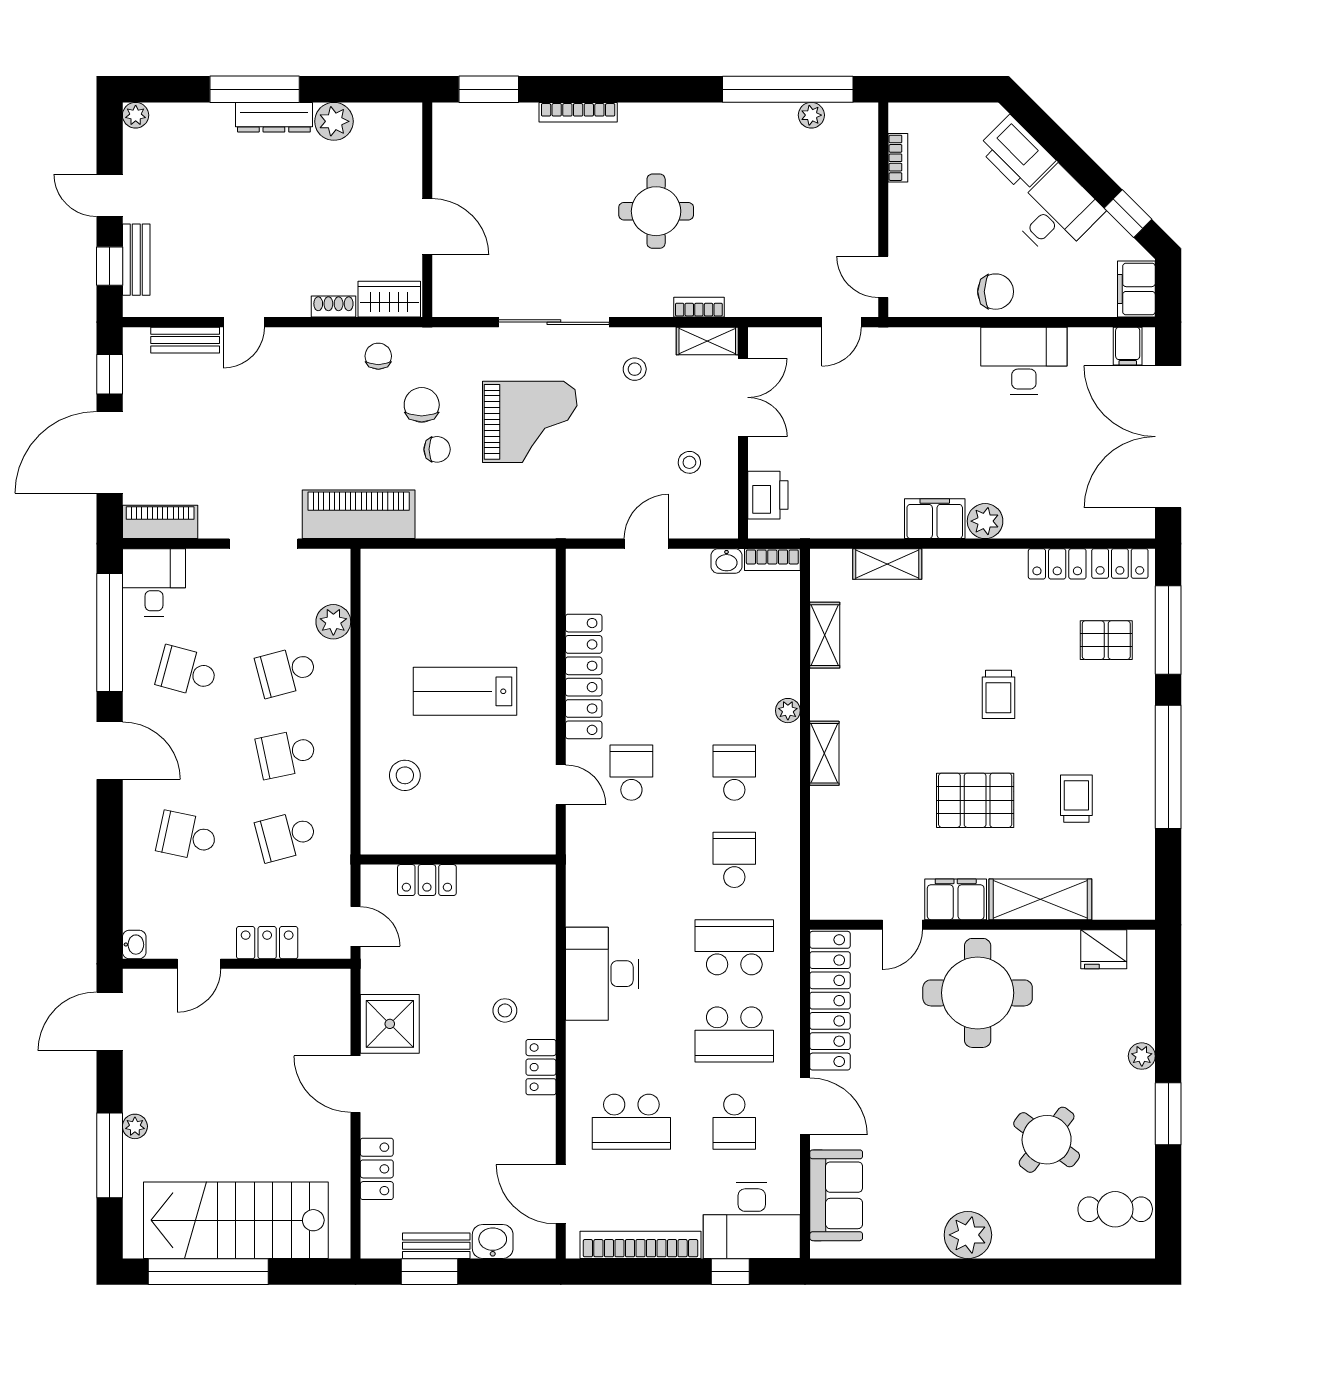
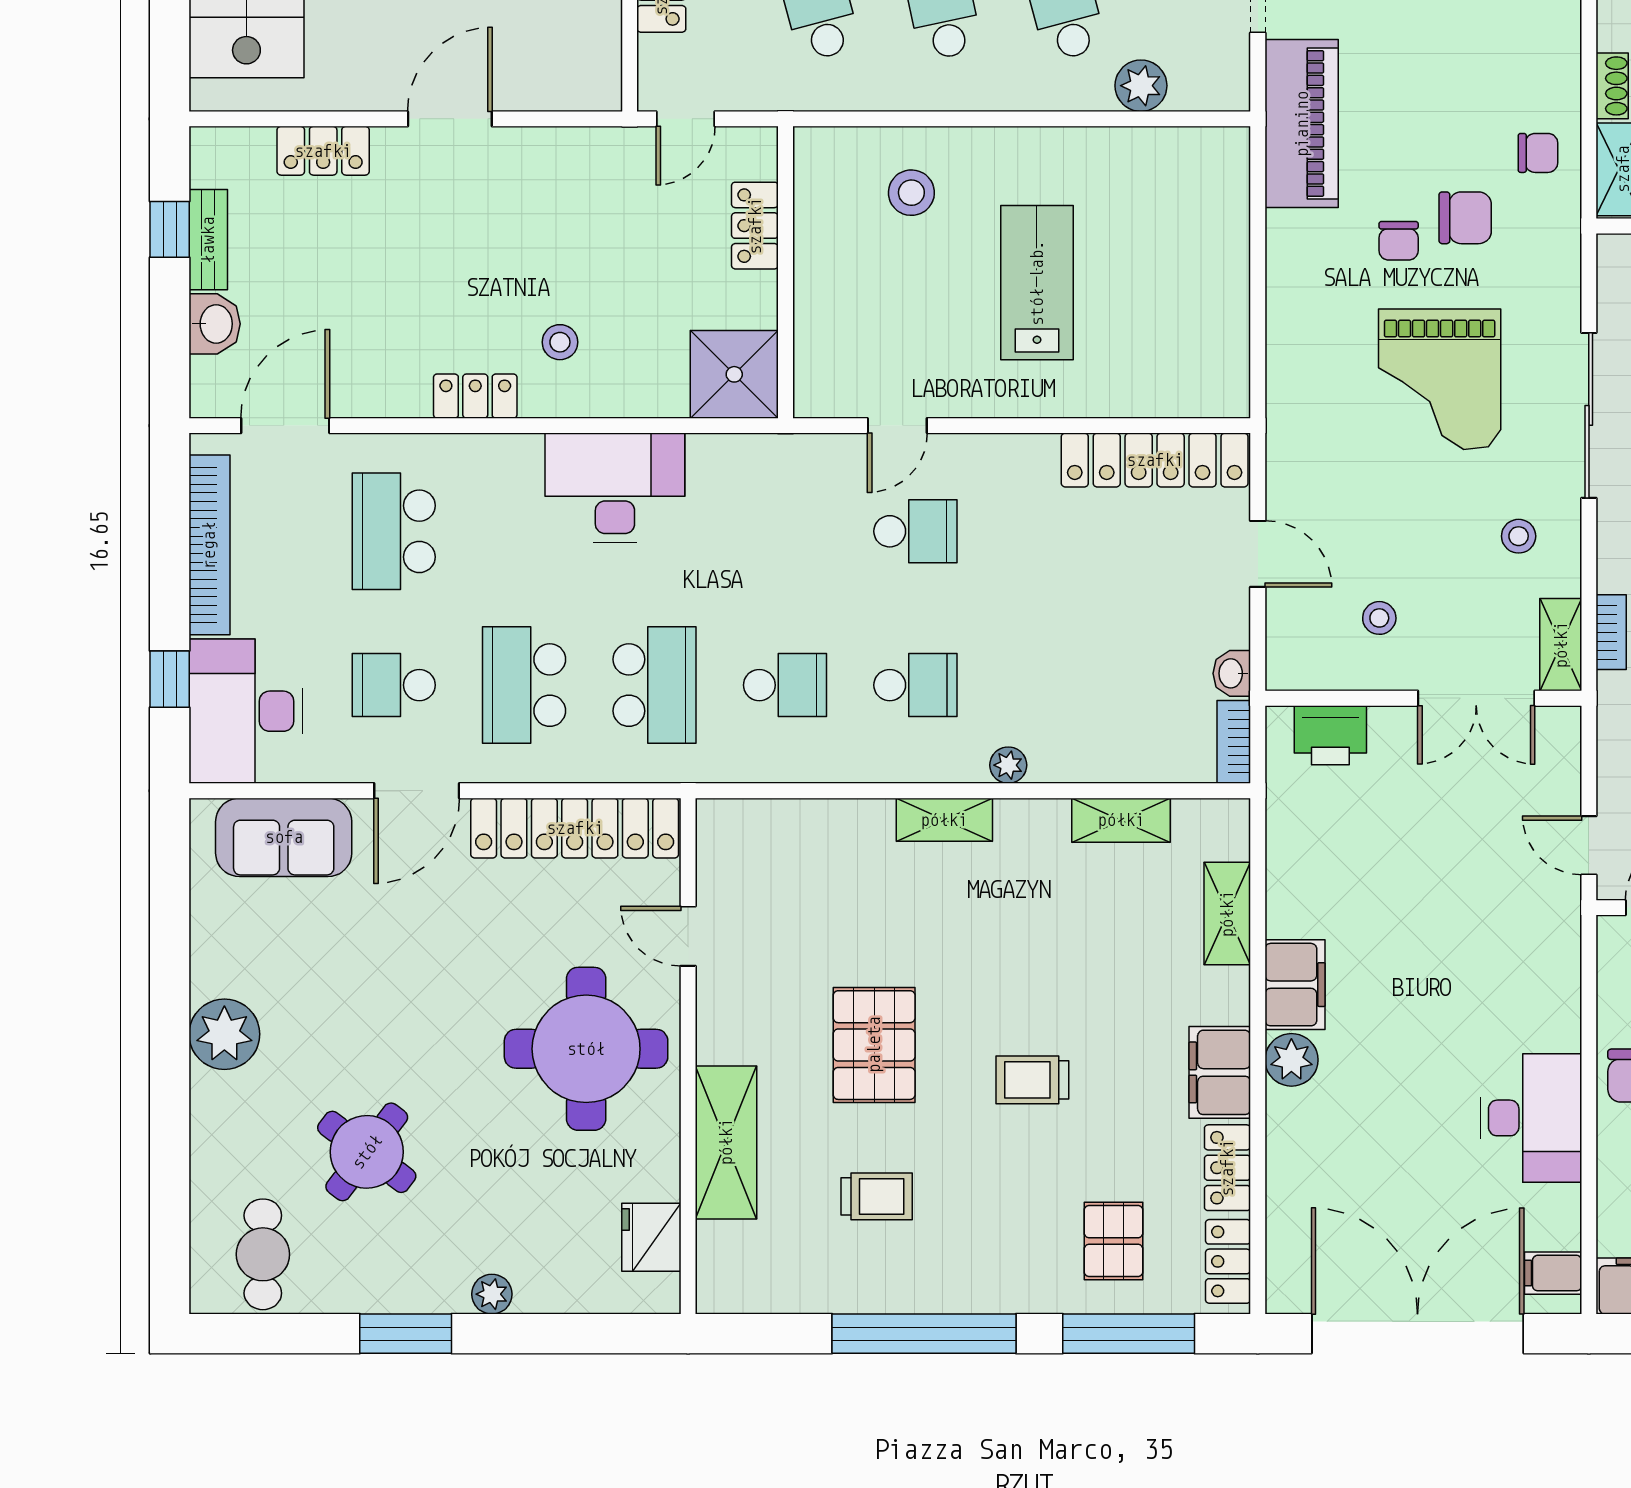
locker: (584, 676) -> (1155, 460), moved
filing cabinet: (956, 899) -> (1220, 1072), moved, turned 180
shower: (390, 1024) -> (734, 374), moved
window: (429, 1272) -> (170, 229), width x0.67

